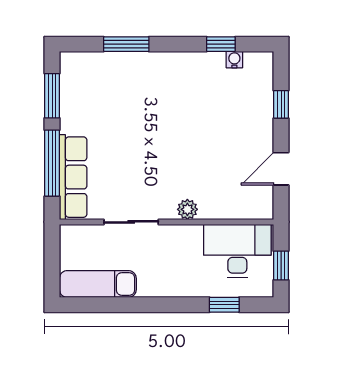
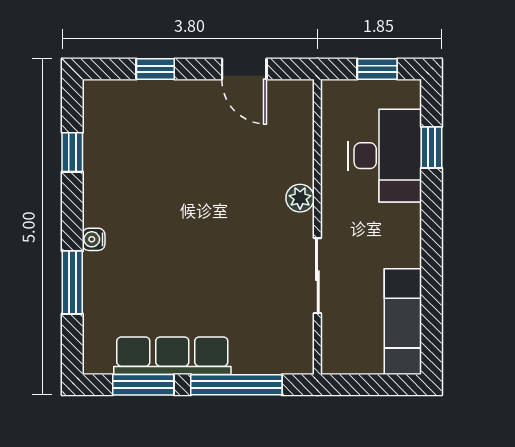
water cooler: (234, 60) -> (94, 239), moved
row of seats: (73, 177) -> (172, 356), moved
desk: (237, 251) -> (385, 156), moved, turned 180

